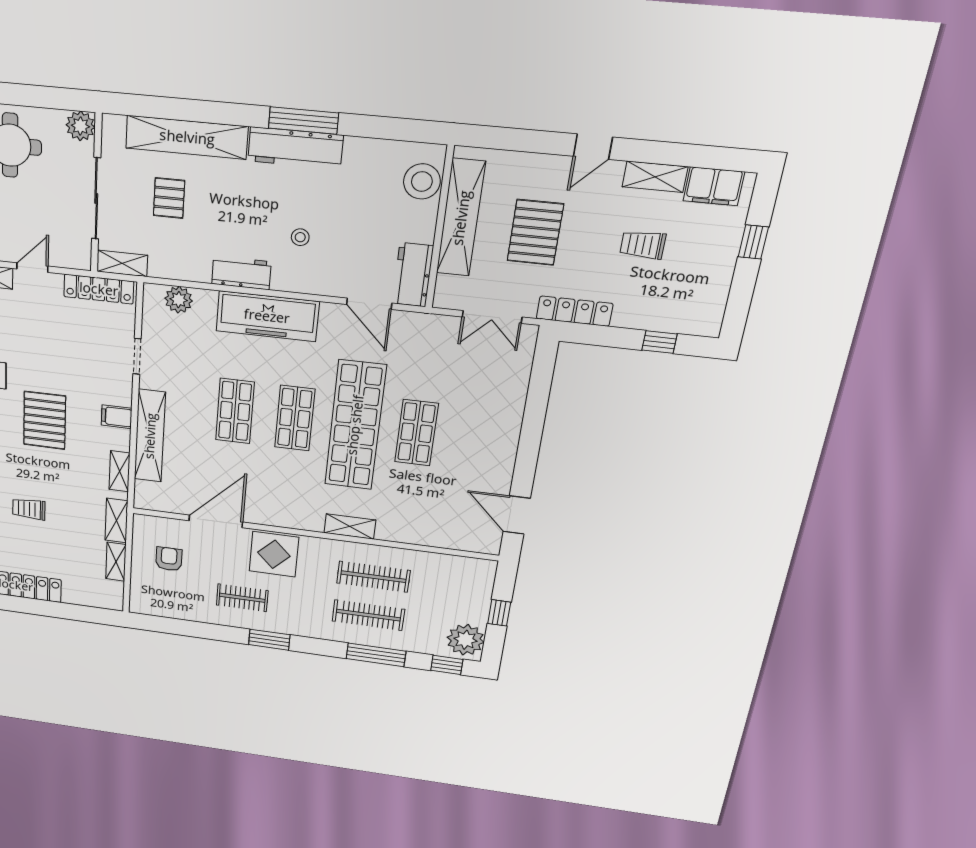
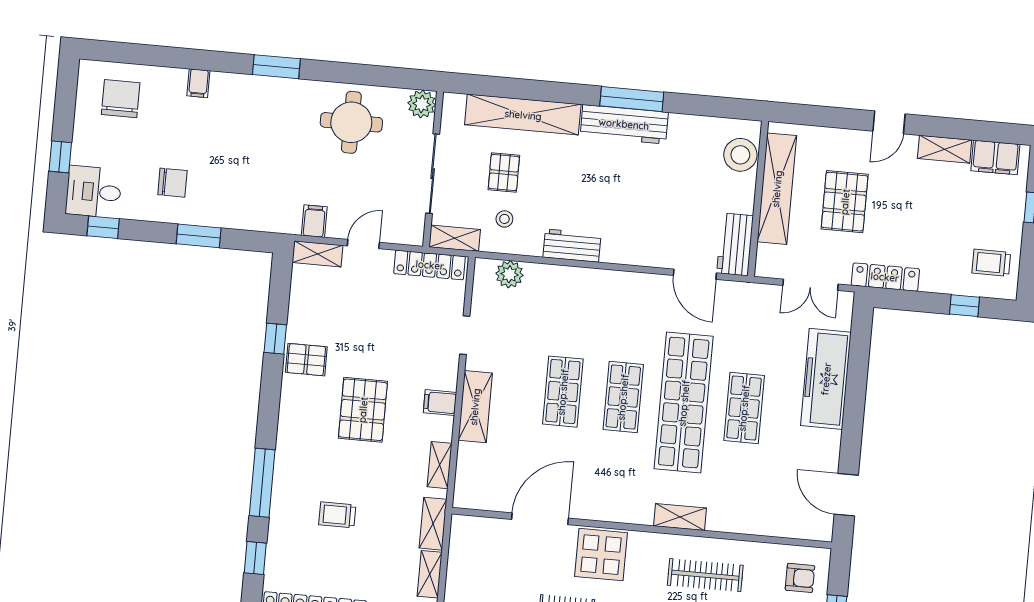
stool: (300, 237) -> (504, 219), moved
trolley: (643, 245) -> (991, 263), moved
freezer: (267, 316) -> (826, 379), moved, turned 90
shelving: (150, 436) -> (475, 407), width x0.68
armchair: (169, 559) -> (800, 578), moved, turned 90

